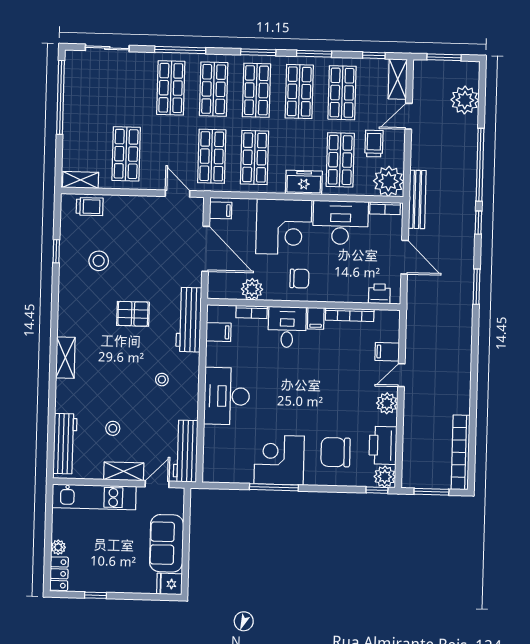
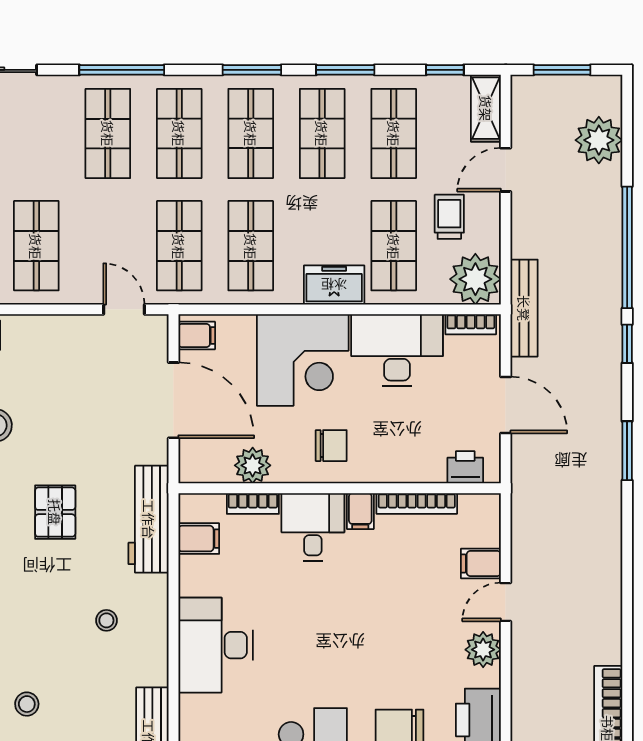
pallet: (133, 314) -> (55, 512), turned 90

